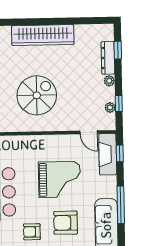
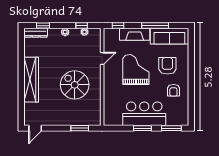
dresser: (108, 58) -> (36, 33), moved
door: (89, 132) -> (102, 59), moved
fireplace: (108, 154) -> (135, 34), moved
armchair: (66, 223) -> (167, 66), turned 180

